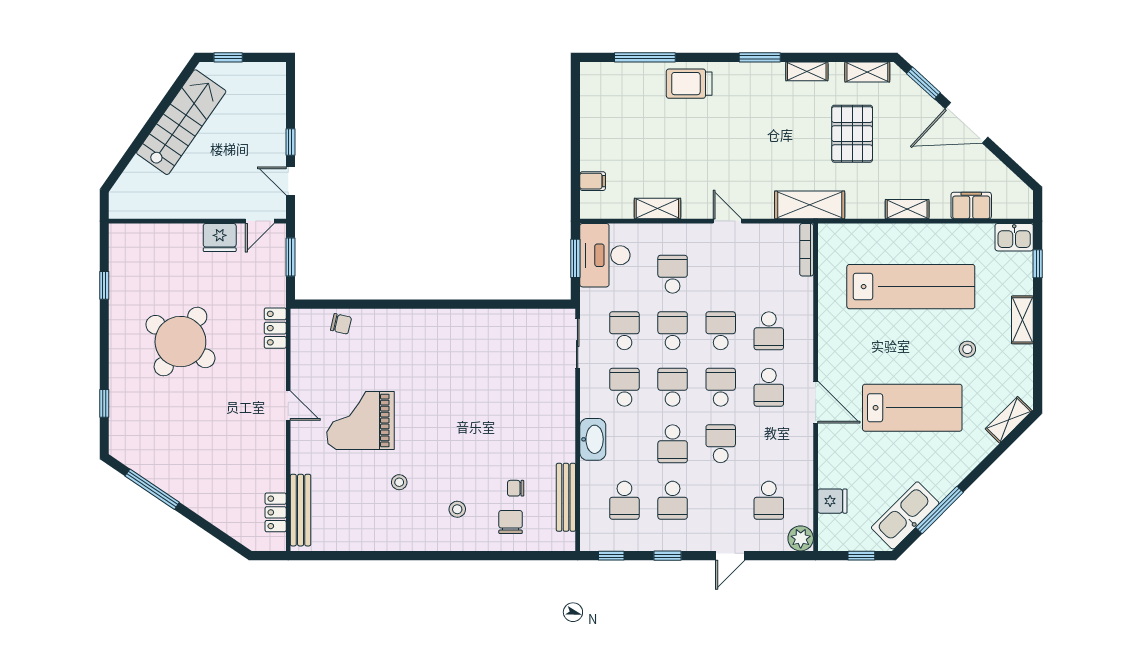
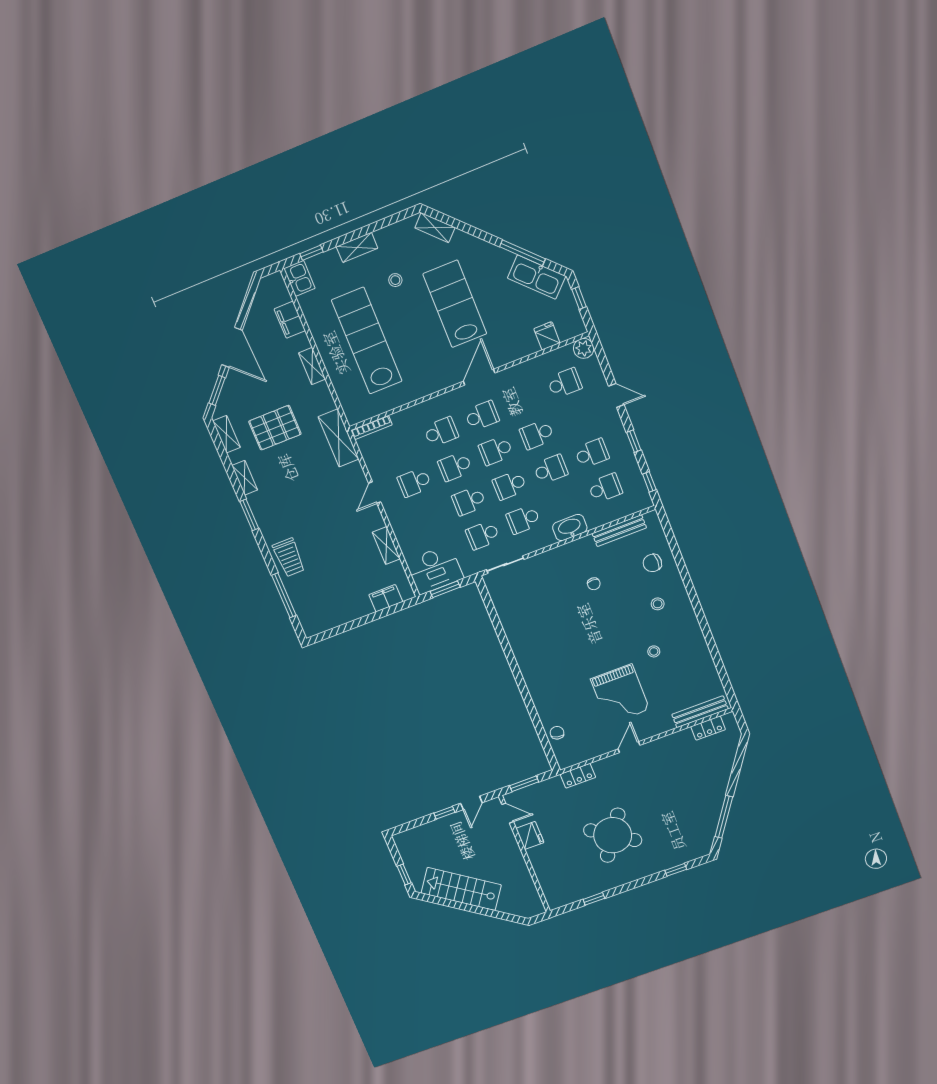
filing cabinet: (593, 181) -> (386, 598), width x2.00
school desk: (673, 274) -> (414, 482), moved
chair: (516, 488) -> (594, 584), moved

